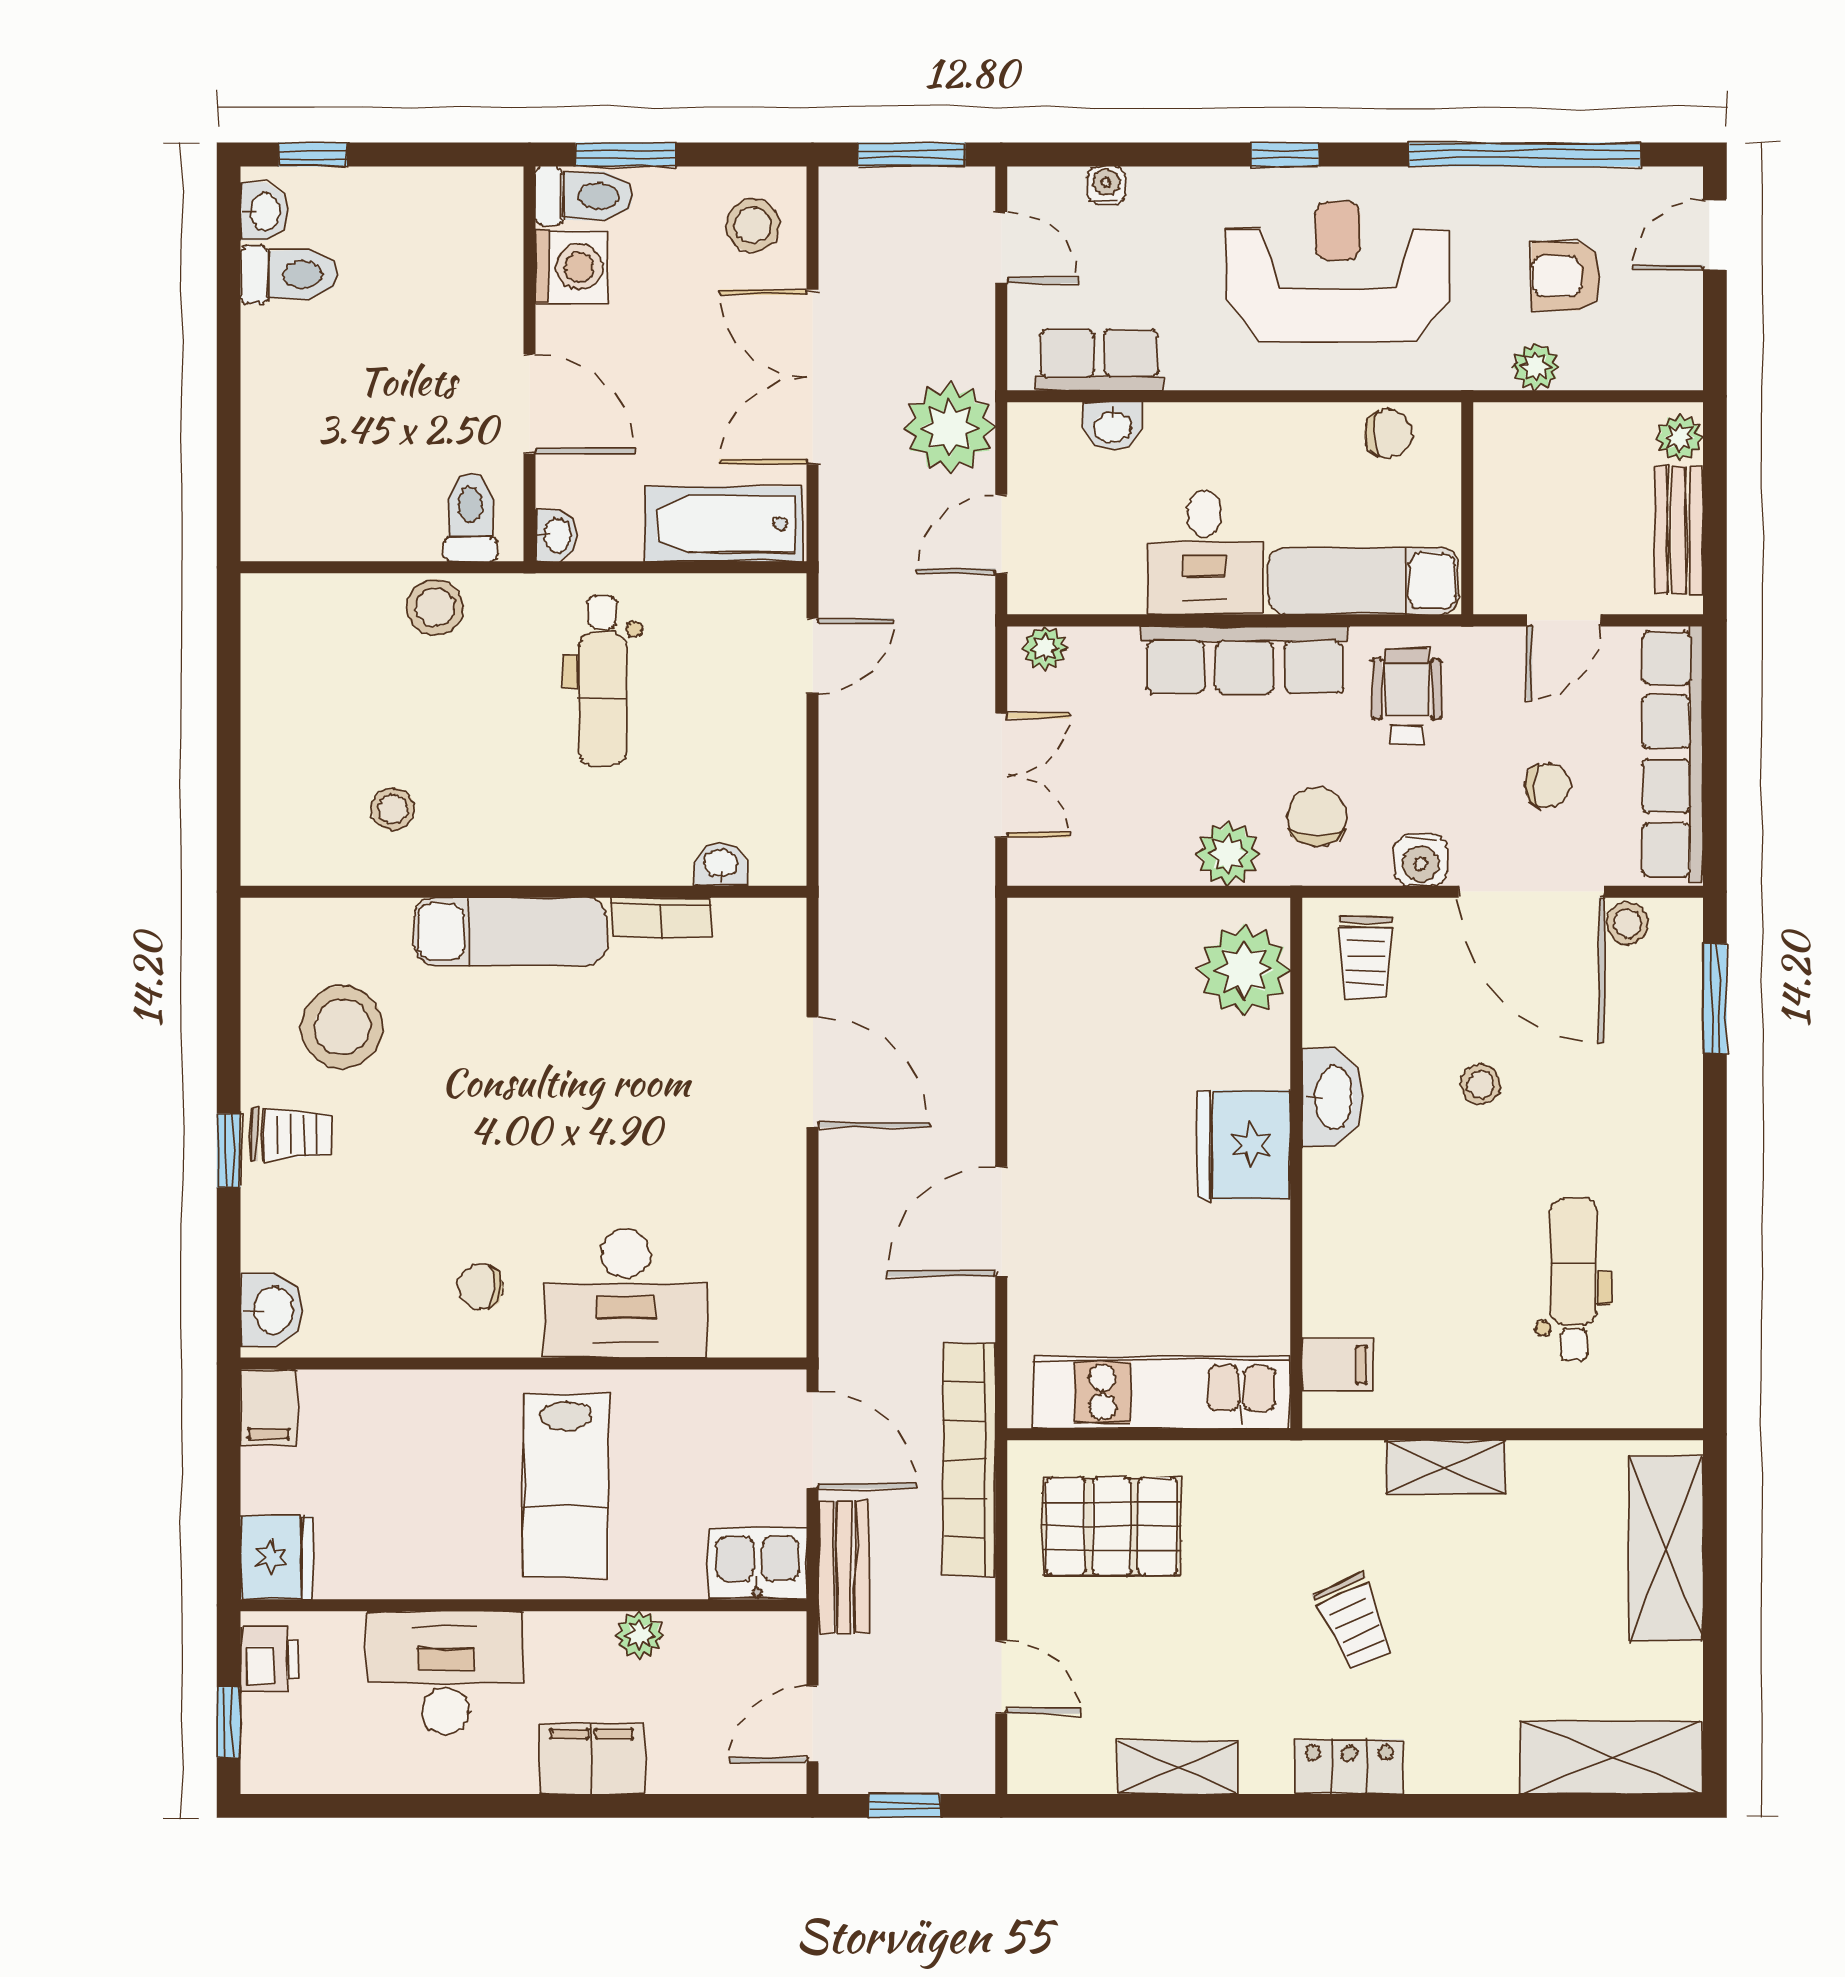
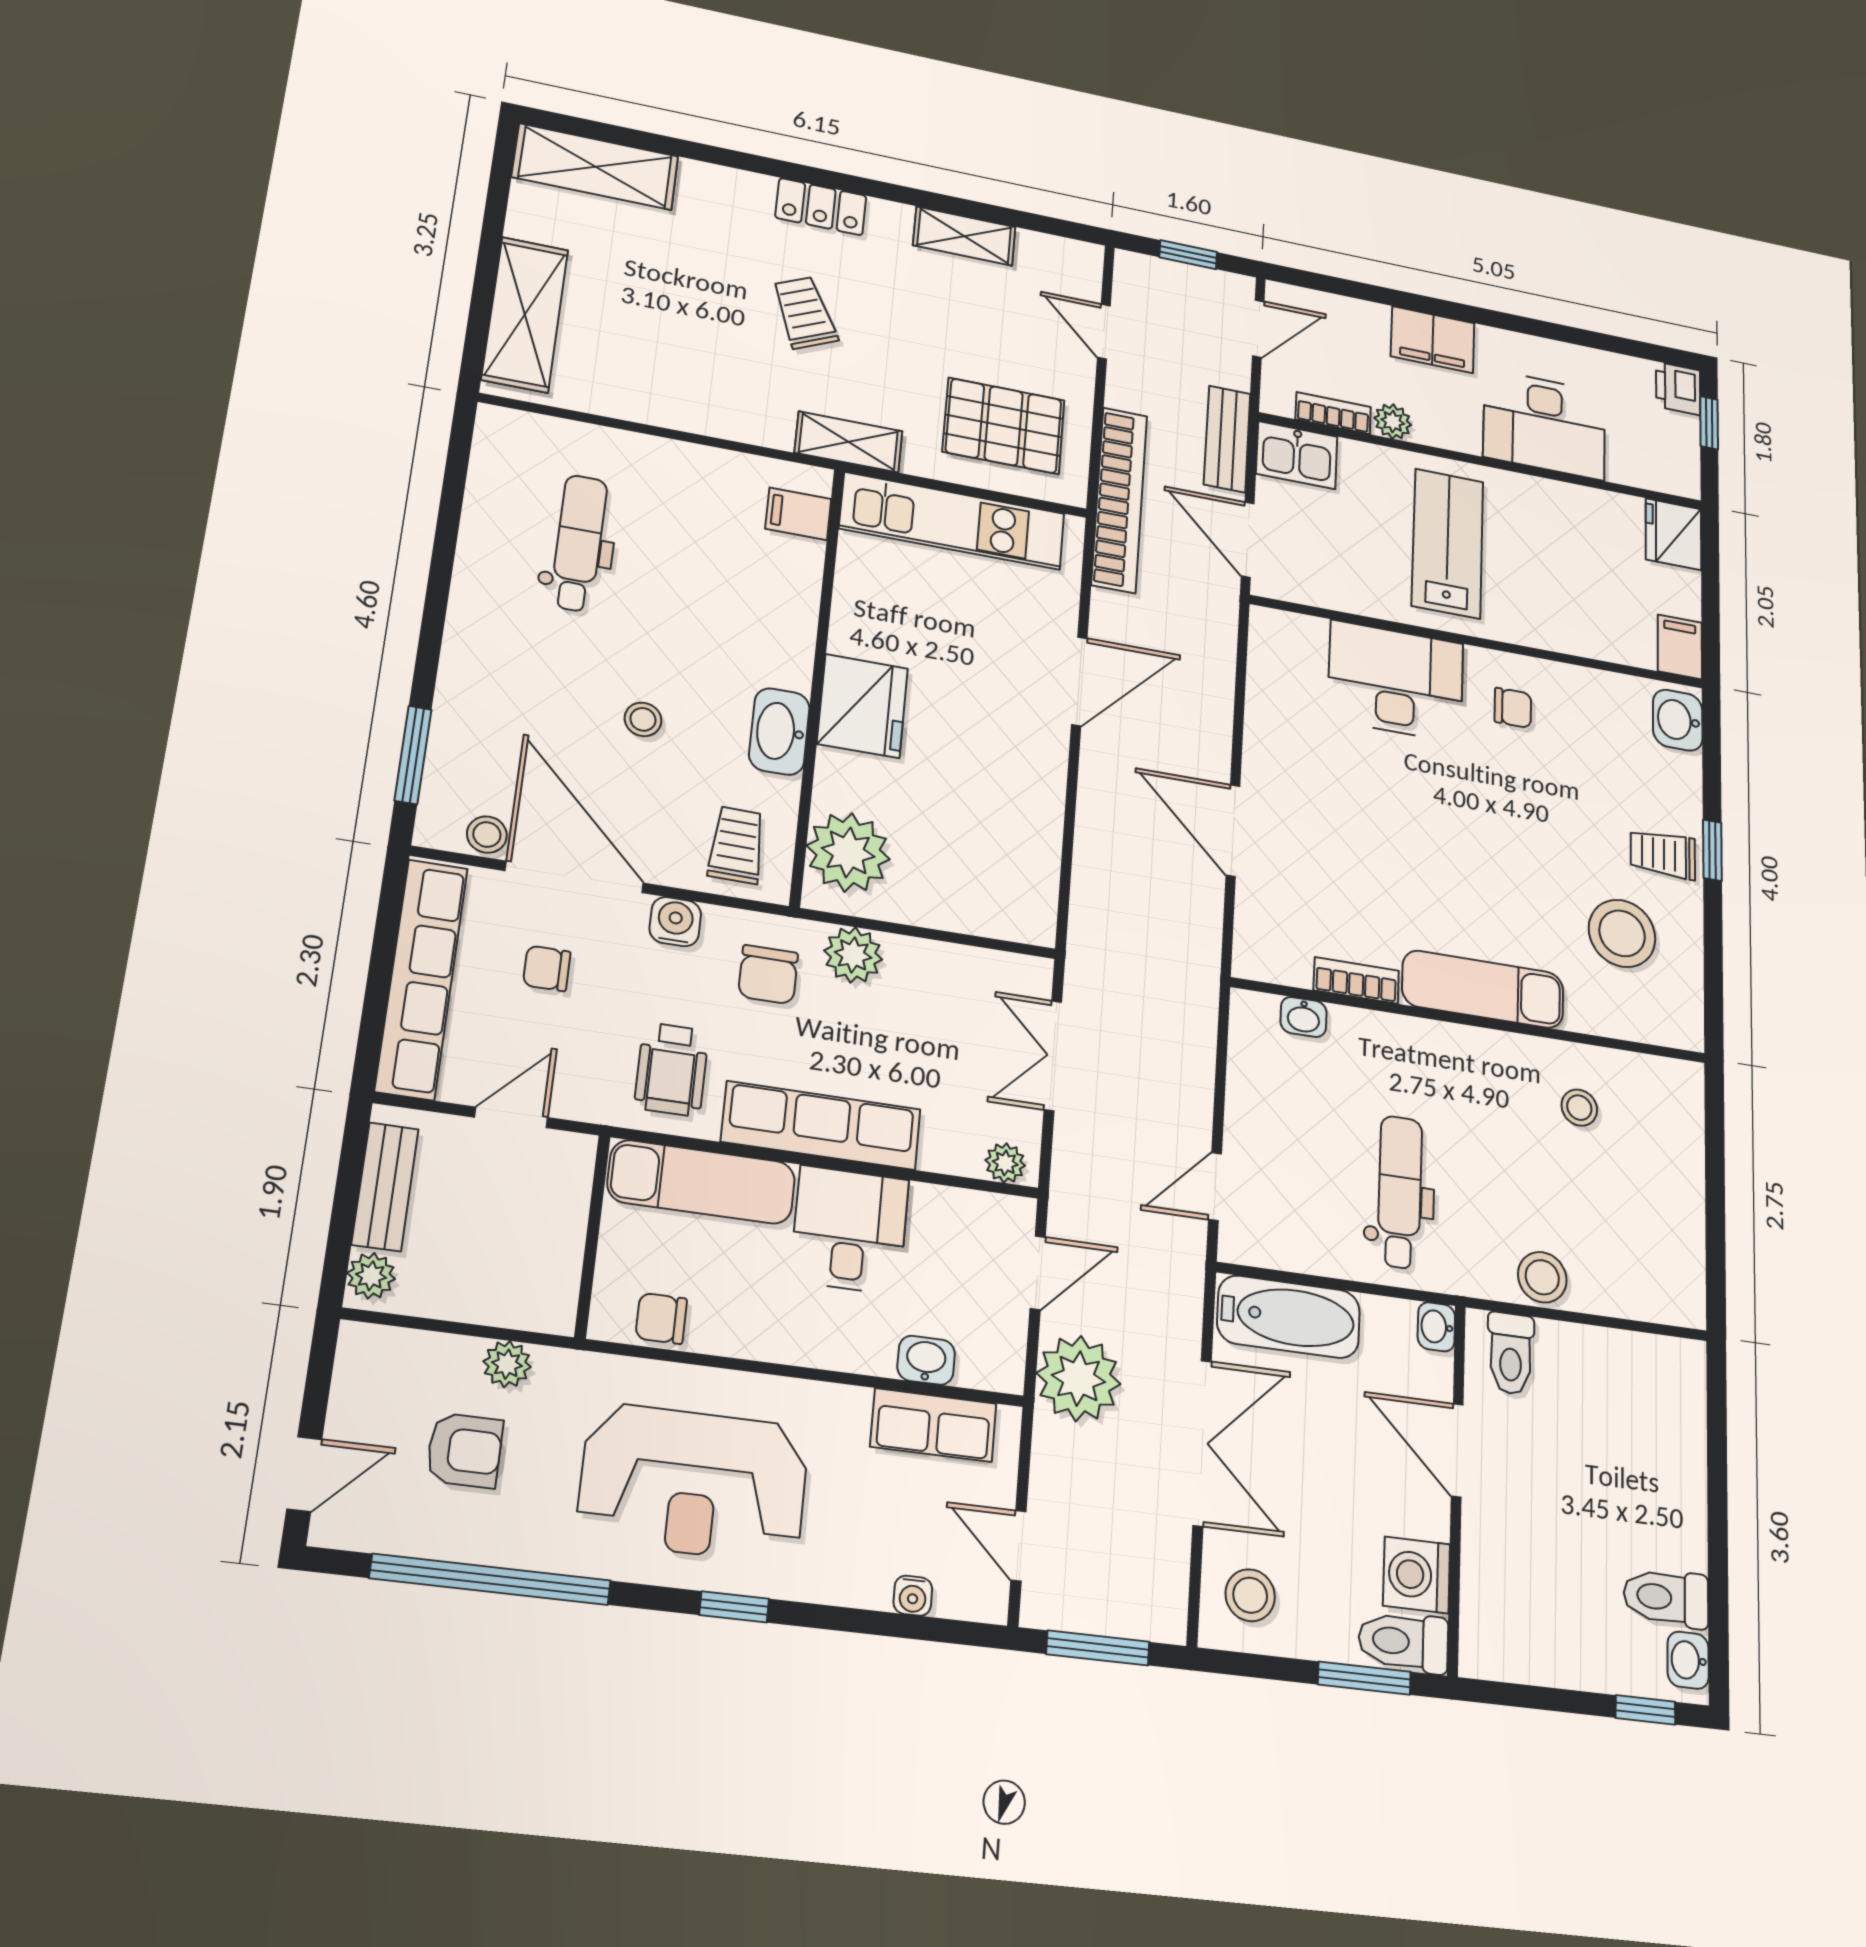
dental chair: (1573, 1279) -> (579, 543), turned 180
shelving: (1446, 1467) -> (849, 442), moved
bookcase: (715, 1630) -> (1333, 413), added
printer: (270, 1659) -> (1678, 388), moved

